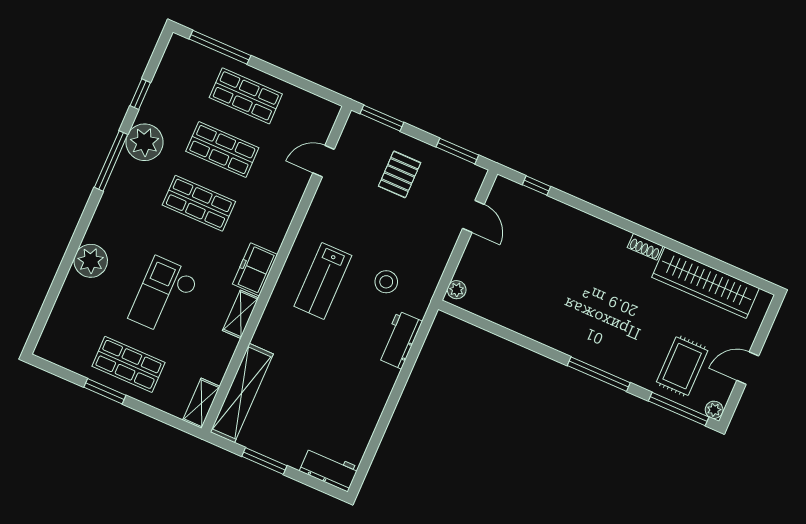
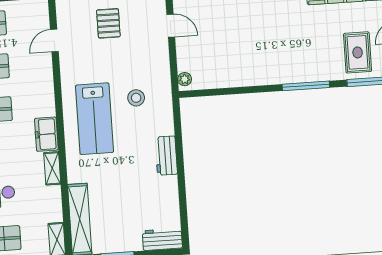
lab bench: (323, 281) -> (95, 119), width x1.36, depth x1.39
workbench: (400, 340) -> (166, 156), moved

